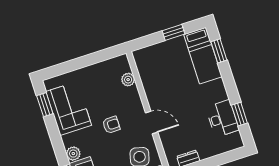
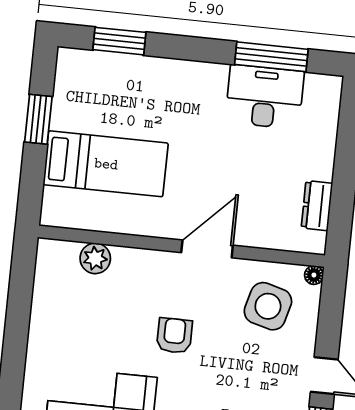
bed: (203, 56) -> (106, 164), moved
window: (239, 114) -> (271, 57), width x1.44

